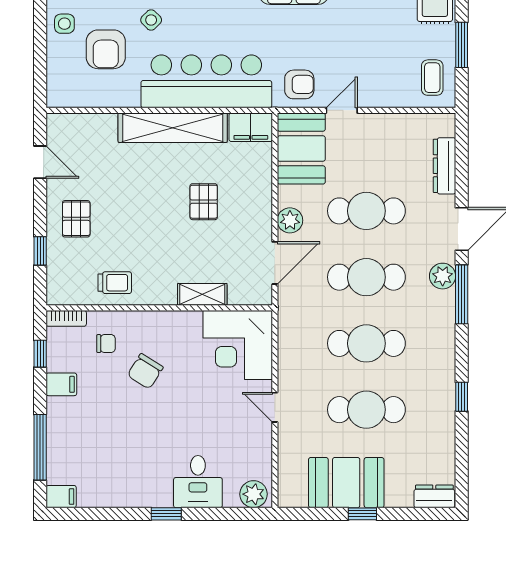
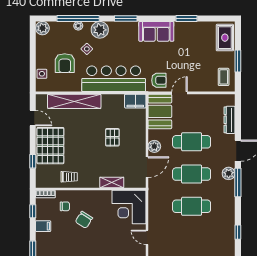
side table: (64, 24) -> (42, 74), moved
shelving: (173, 128) -> (74, 101), moved
pallet: (76, 219) -> (50, 146), width x2.05, depth x2.00
cafe table: (366, 410) -> (192, 238), removed

